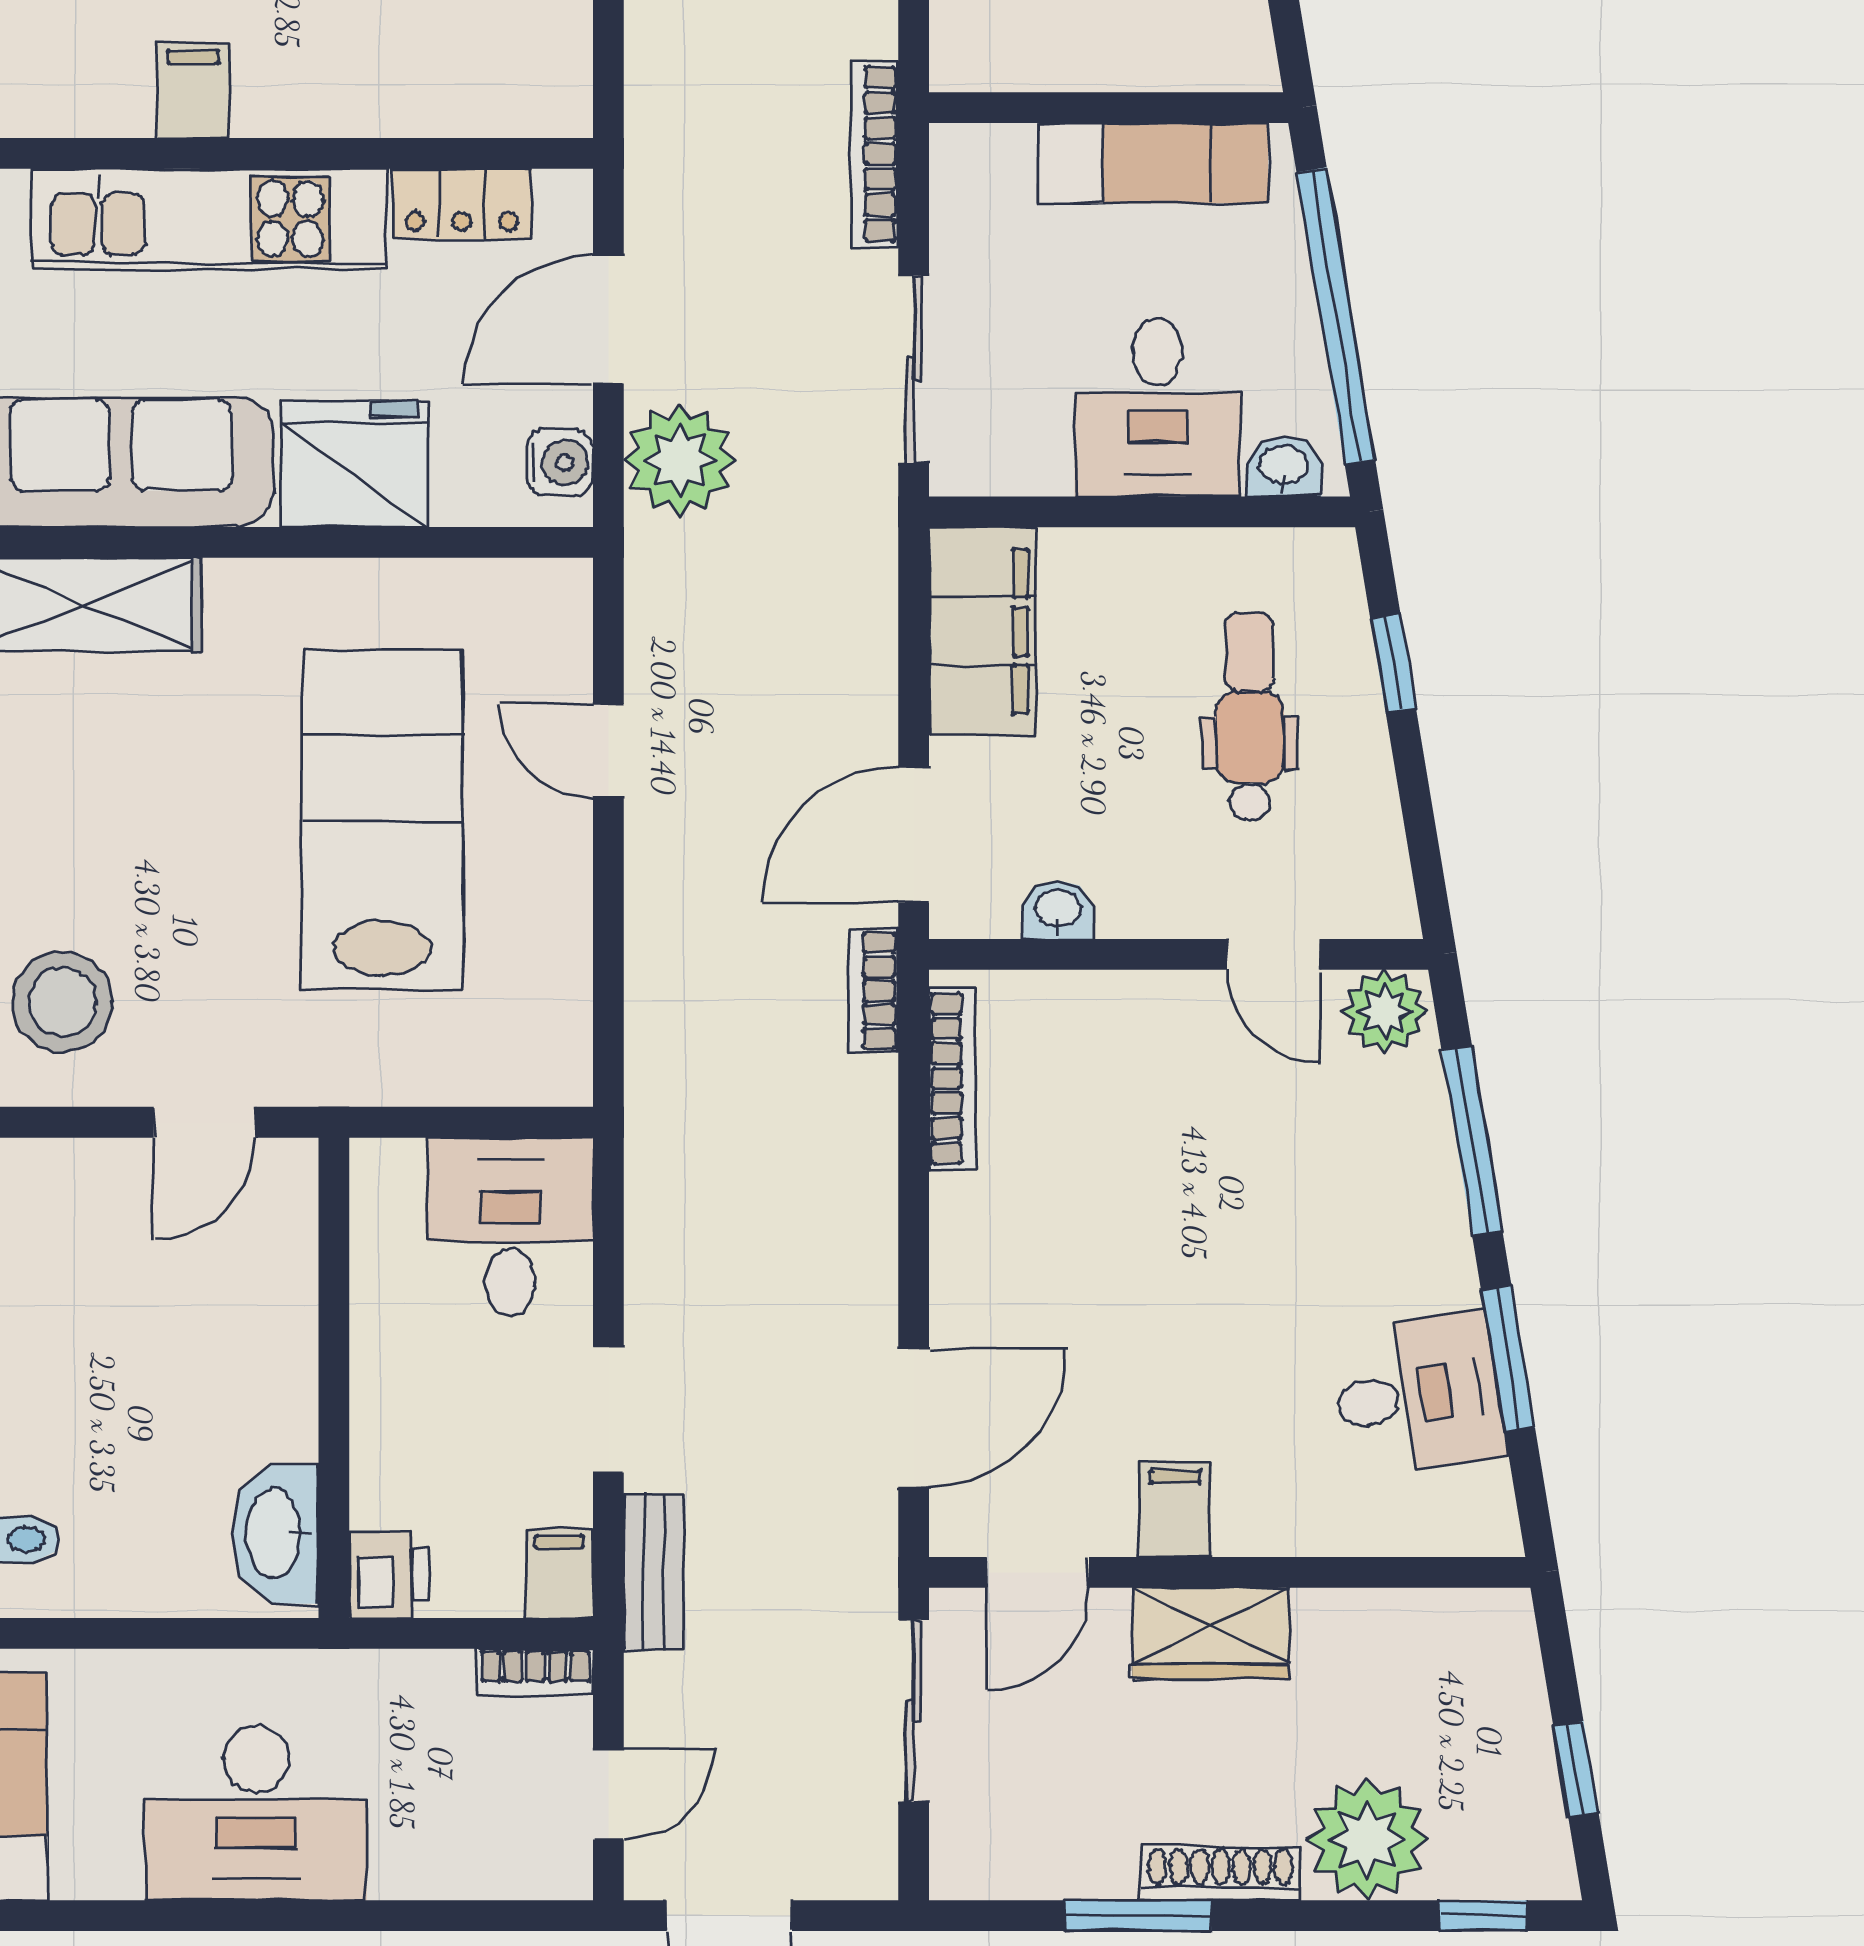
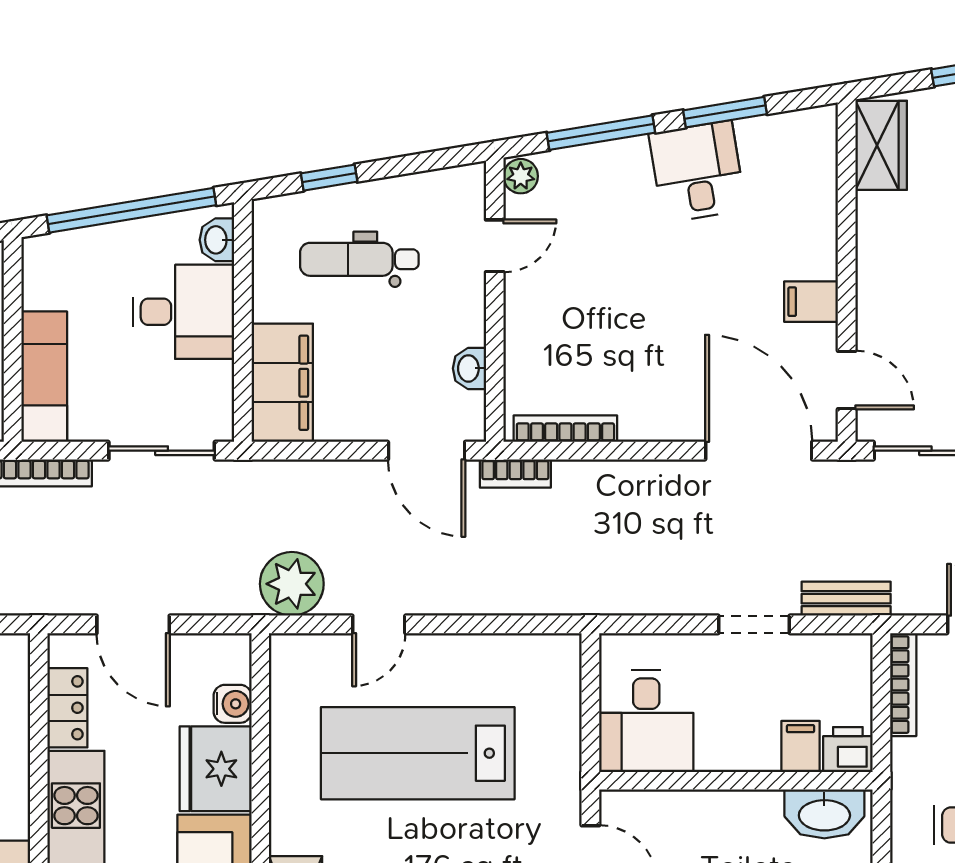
exam couch: (1153, 163) -> (44, 377), moved
plant: (680, 460) -> (292, 584), moved
water cooler: (560, 462) -> (233, 704), moved, turned 90
filing cabinet: (983, 631) -> (282, 383), moved, turned 90
plant: (1384, 1011) -> (521, 176), width x0.73, depth x0.73
desk: (510, 1227) -> (646, 721), moved, turned -90
desk: (1417, 1395) -> (697, 172), moved
door: (914, 1418) -> (759, 451), width x1.36
filing cabinet: (559, 1573) -> (801, 747), moved, turned 90
wardrobe: (1211, 1633) -> (881, 145), moved
bookcase: (535, 1672) -> (903, 685), width x1.56

